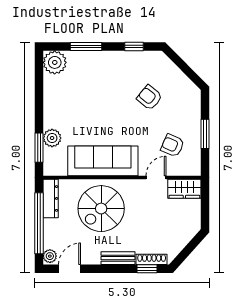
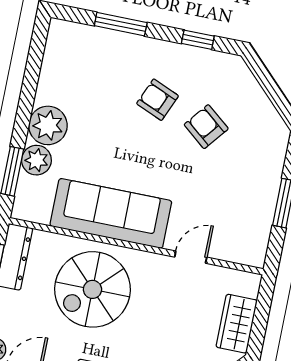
plant: (55, 62) -> (48, 125), moved
armchair: (172, 145) -> (158, 100), moved
wardrobe: (184, 189) -> (237, 324), moved, turned 90

